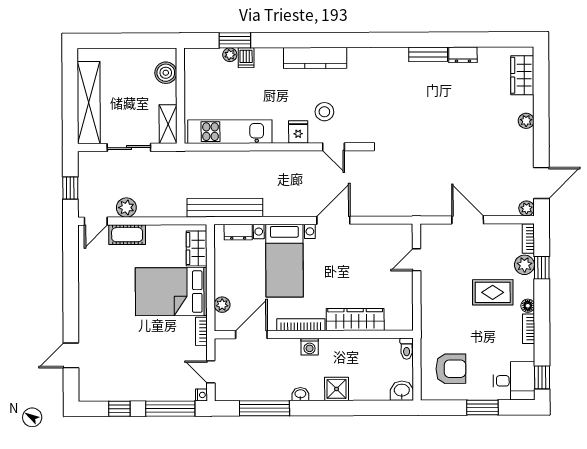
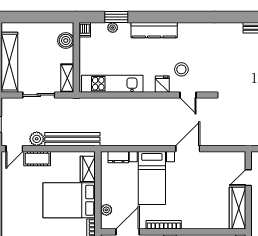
dishwasher: (246, 58) -> (85, 30), moved
kitchen counter: (315, 58) -> (154, 30), moved
bench: (225, 208) -> (72, 139), moved
wardrobe: (355, 320) -> (237, 208), moved, turned -90

